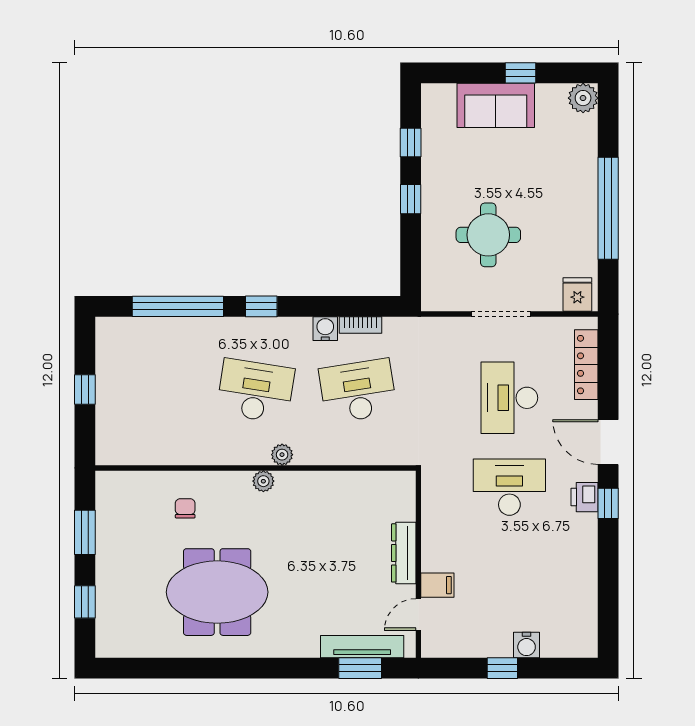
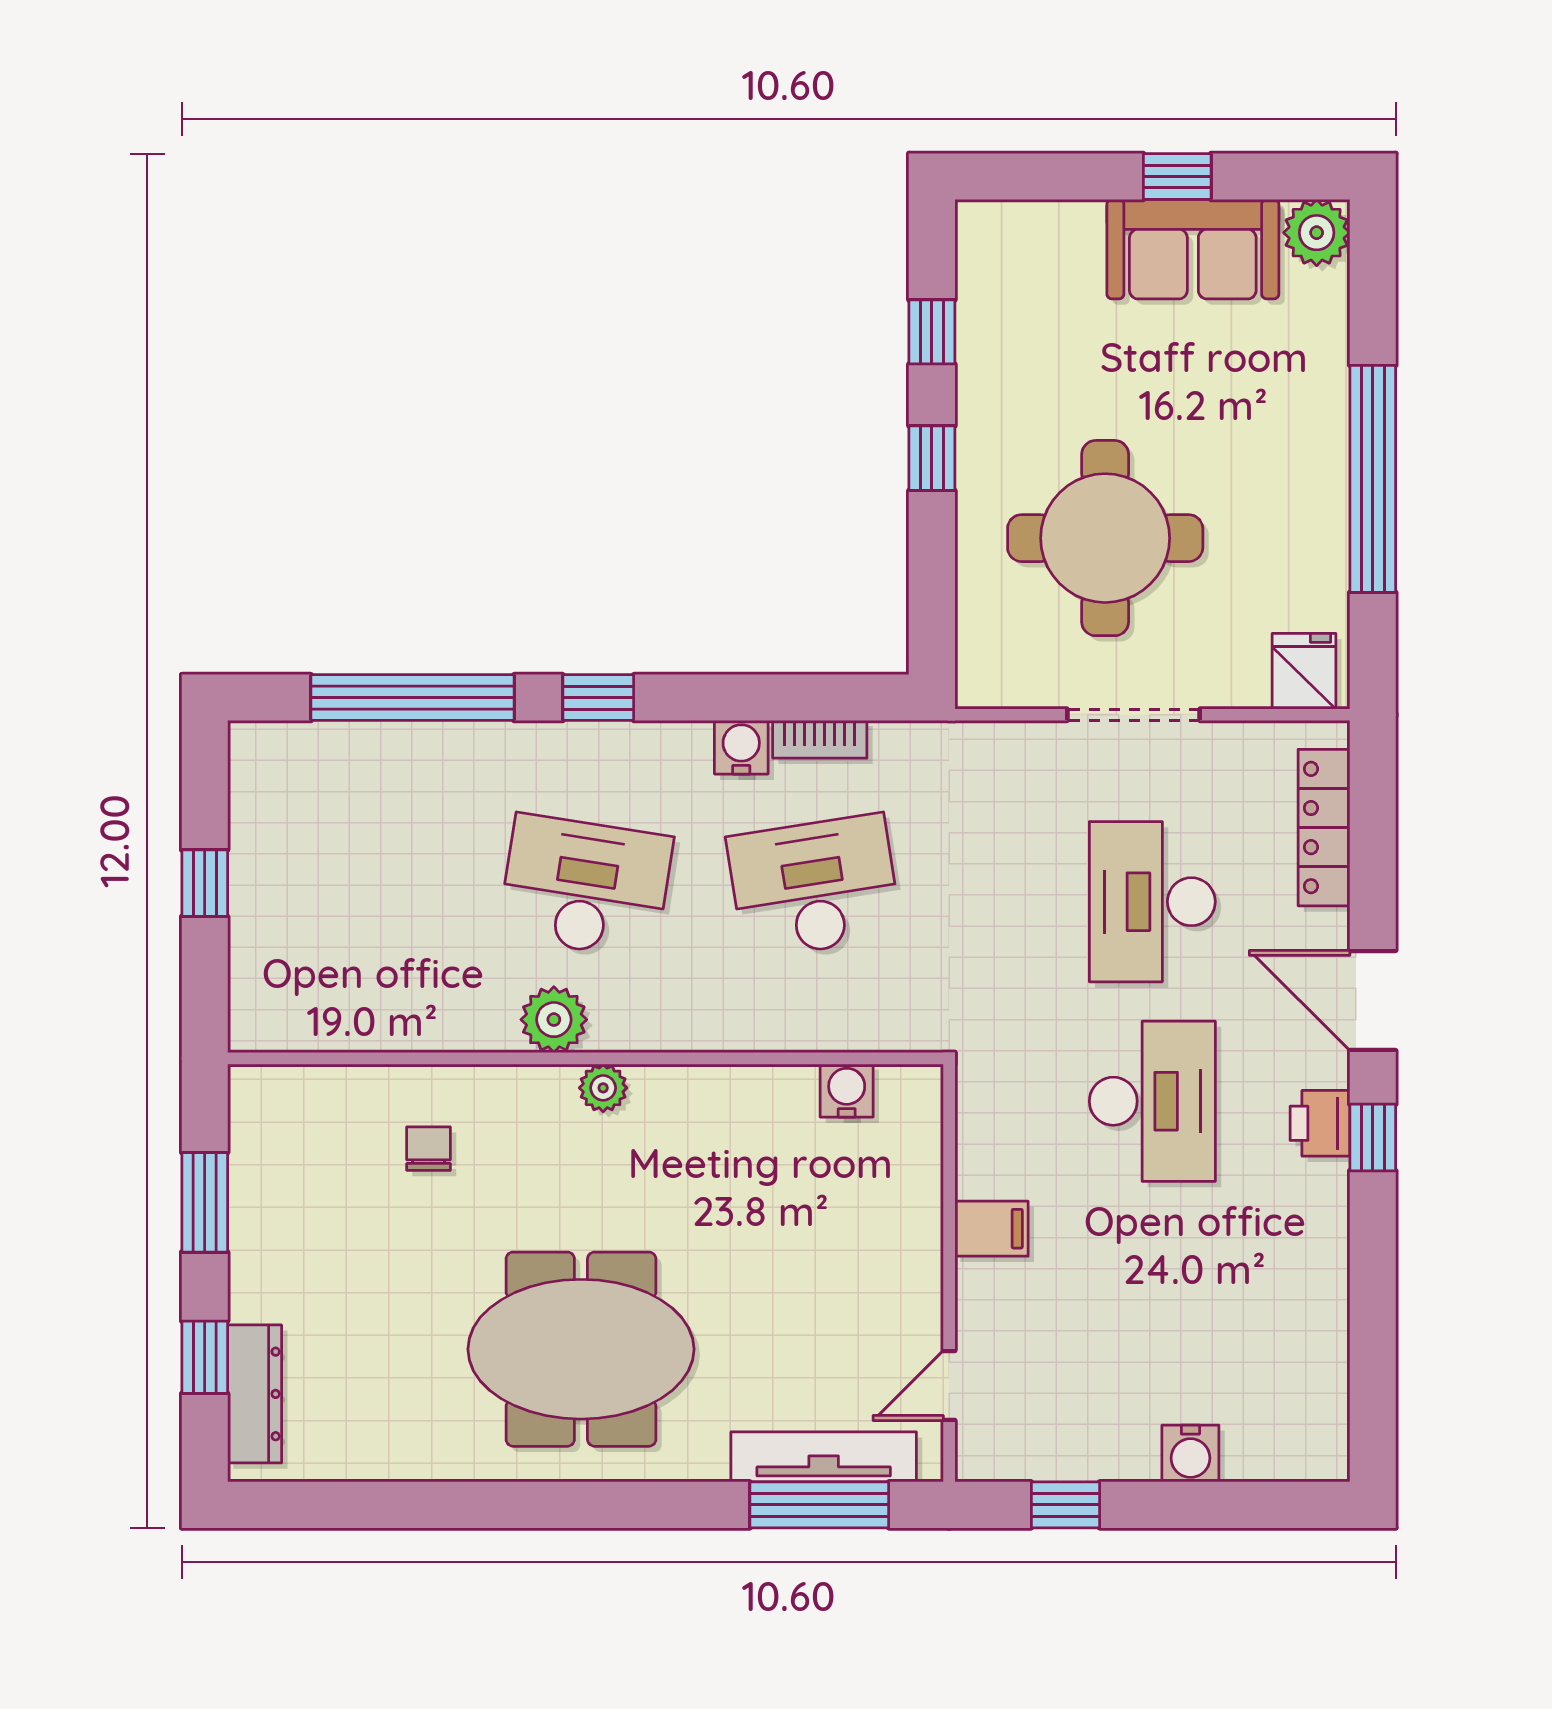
sofa: (496, 105) -> (1193, 249), moved
round table: (488, 235) -> (1105, 538), width x1.36, depth x1.36
plant: (282, 455) -> (554, 1020), moved, width x1.38, depth x1.38
water cooler: (372, 482) -> (847, 1091), added
desk: (509, 487) -> (1152, 1101), turned 90
dresser: (404, 553) -> (255, 1394), moved, turned 180
filing cabinet: (437, 585) -> (991, 1229), moved
meeting table: (217, 592) -> (581, 1349), moved
window: (360, 668) -> (819, 1505), width x1.44
window: (502, 668) -> (1065, 1505), moved

